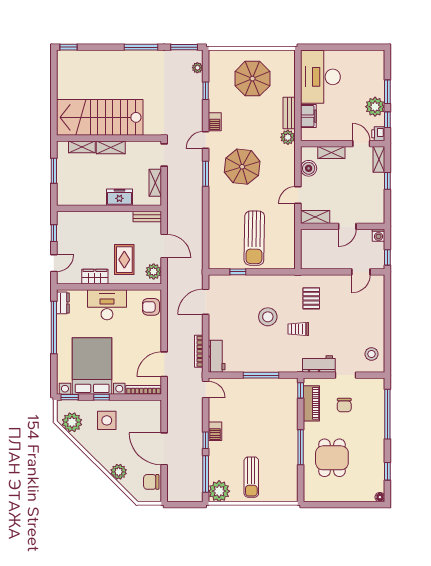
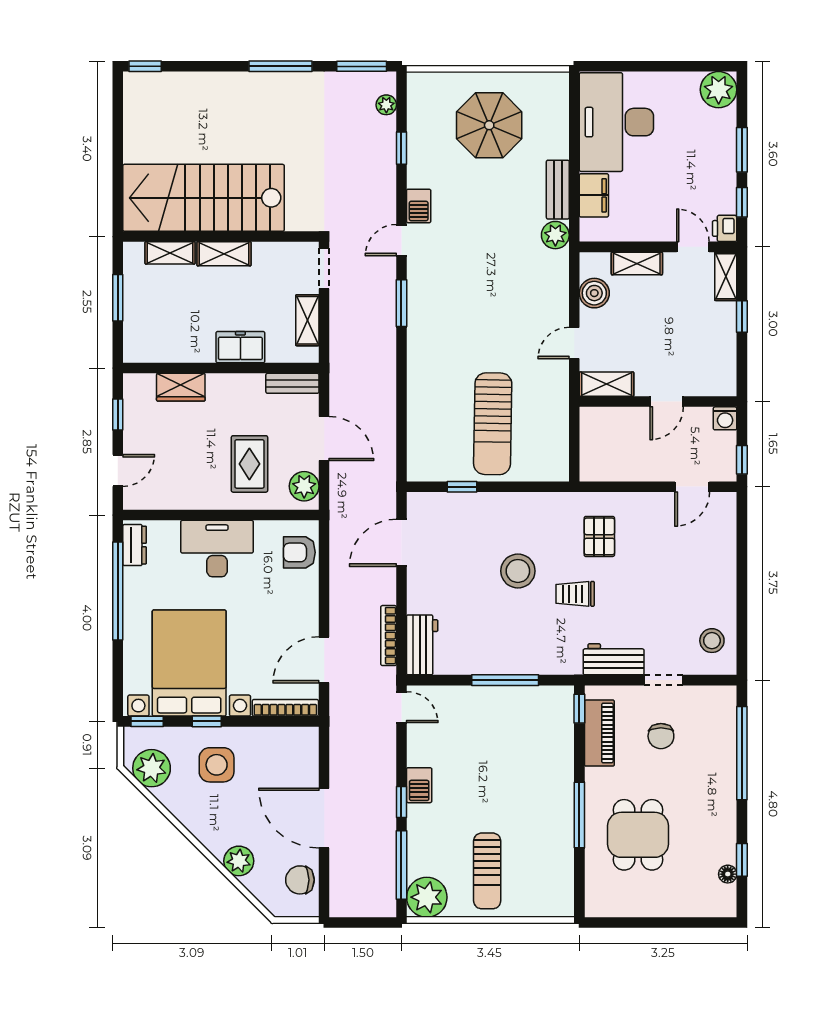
plant: (375, 107) -> (719, 90), moved
parasol: (242, 167) -> (470, 290), removed
wardrobe: (95, 277) -> (181, 387), moved, turned 180
floor lamp: (380, 497) -> (728, 874), moved

